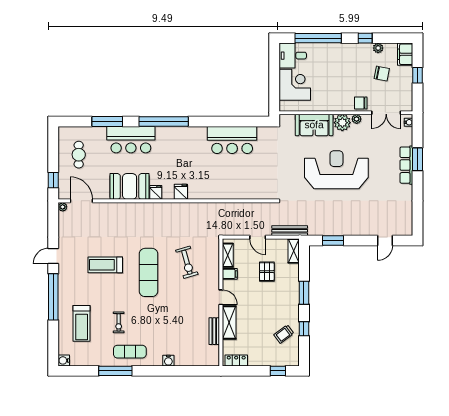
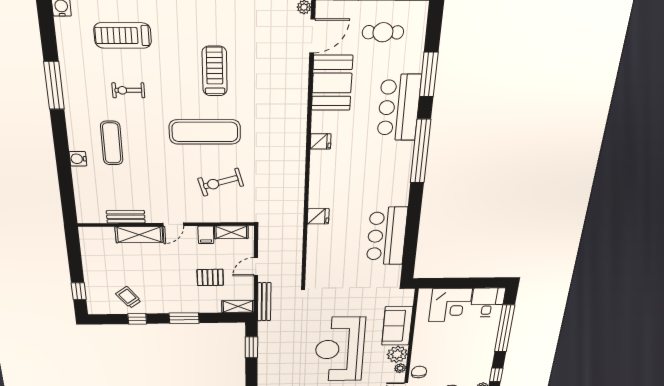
reception desk: (336, 170) -> (340, 349), turned 180
booth: (130, 186) -> (332, 83), moved
fridge: (181, 192) -> (318, 216), moved
exercise mat: (130, 352) -> (112, 143), moved
locker: (236, 360) -> (87, 243), removed

